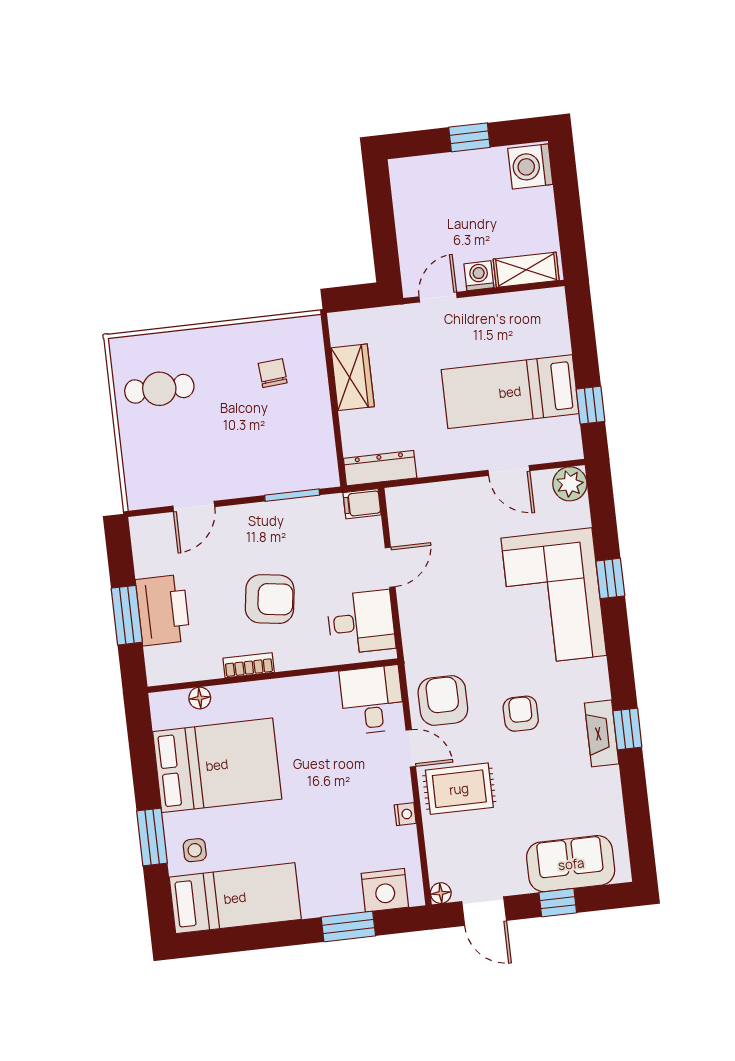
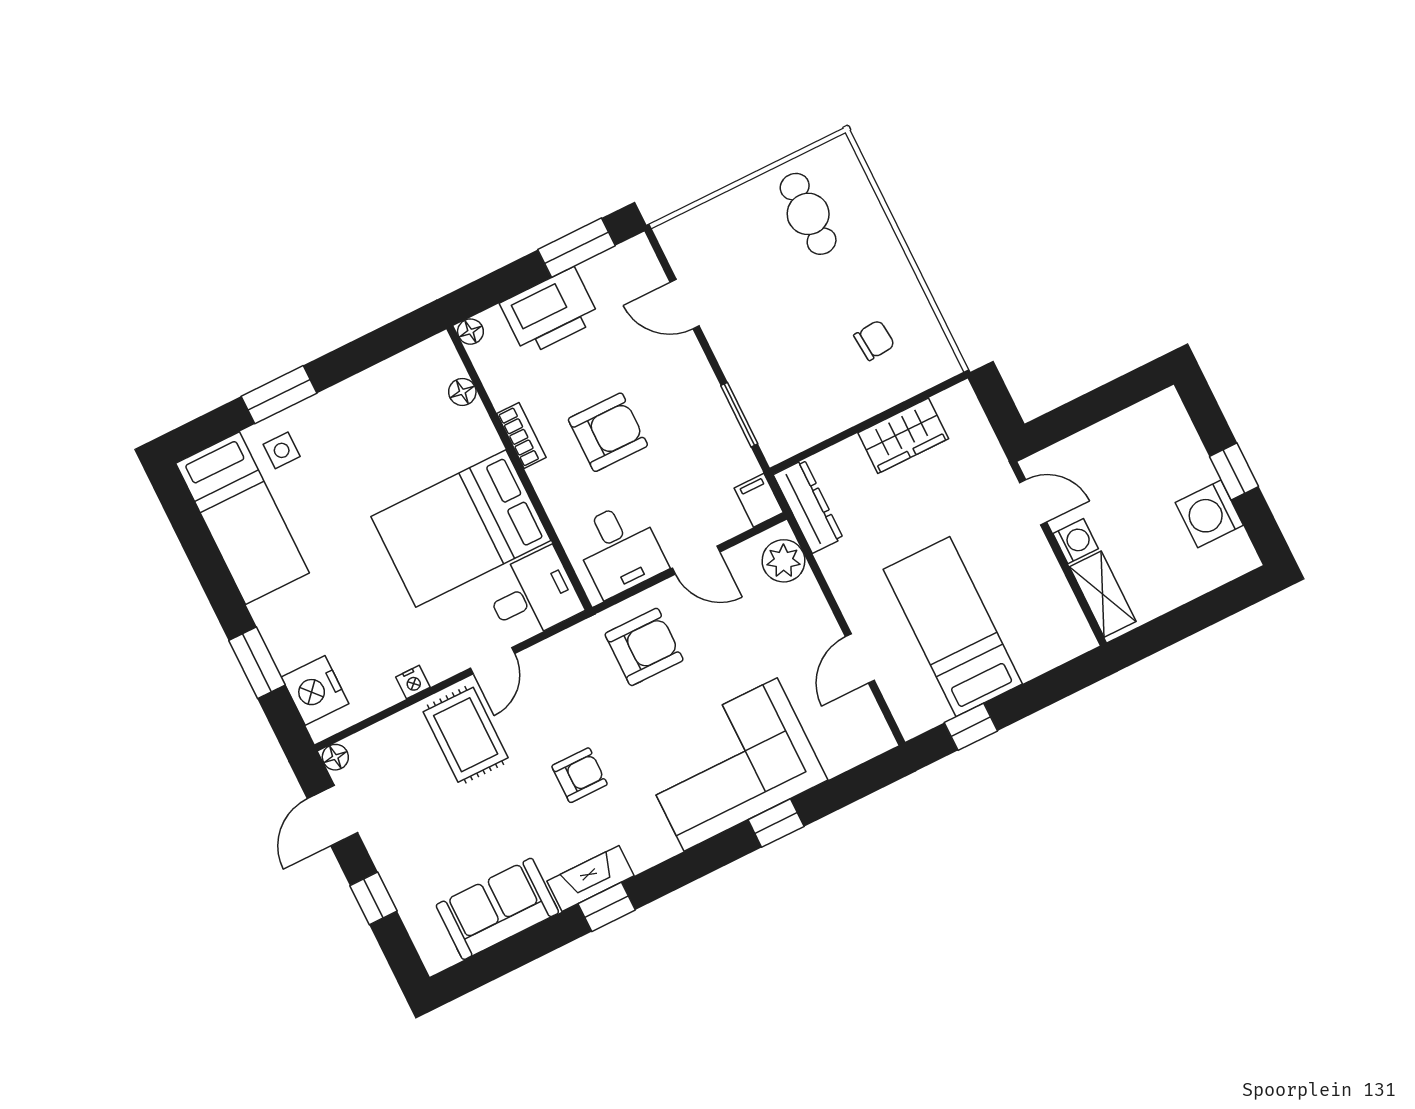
washing machine: (530, 166) -> (1209, 514), moved, turned -90
plant: (570, 484) -> (783, 561), moved
armchair: (270, 599) -> (608, 432), turned -98
window: (127, 615) -> (577, 248), moved
floor lamp: (156, 675) -> (470, 332), added
armchair: (443, 701) -> (644, 647), moved
bed: (217, 765) -> (461, 529), moved, turned 90
sofa: (571, 864) -> (497, 909), moved, turned -90

